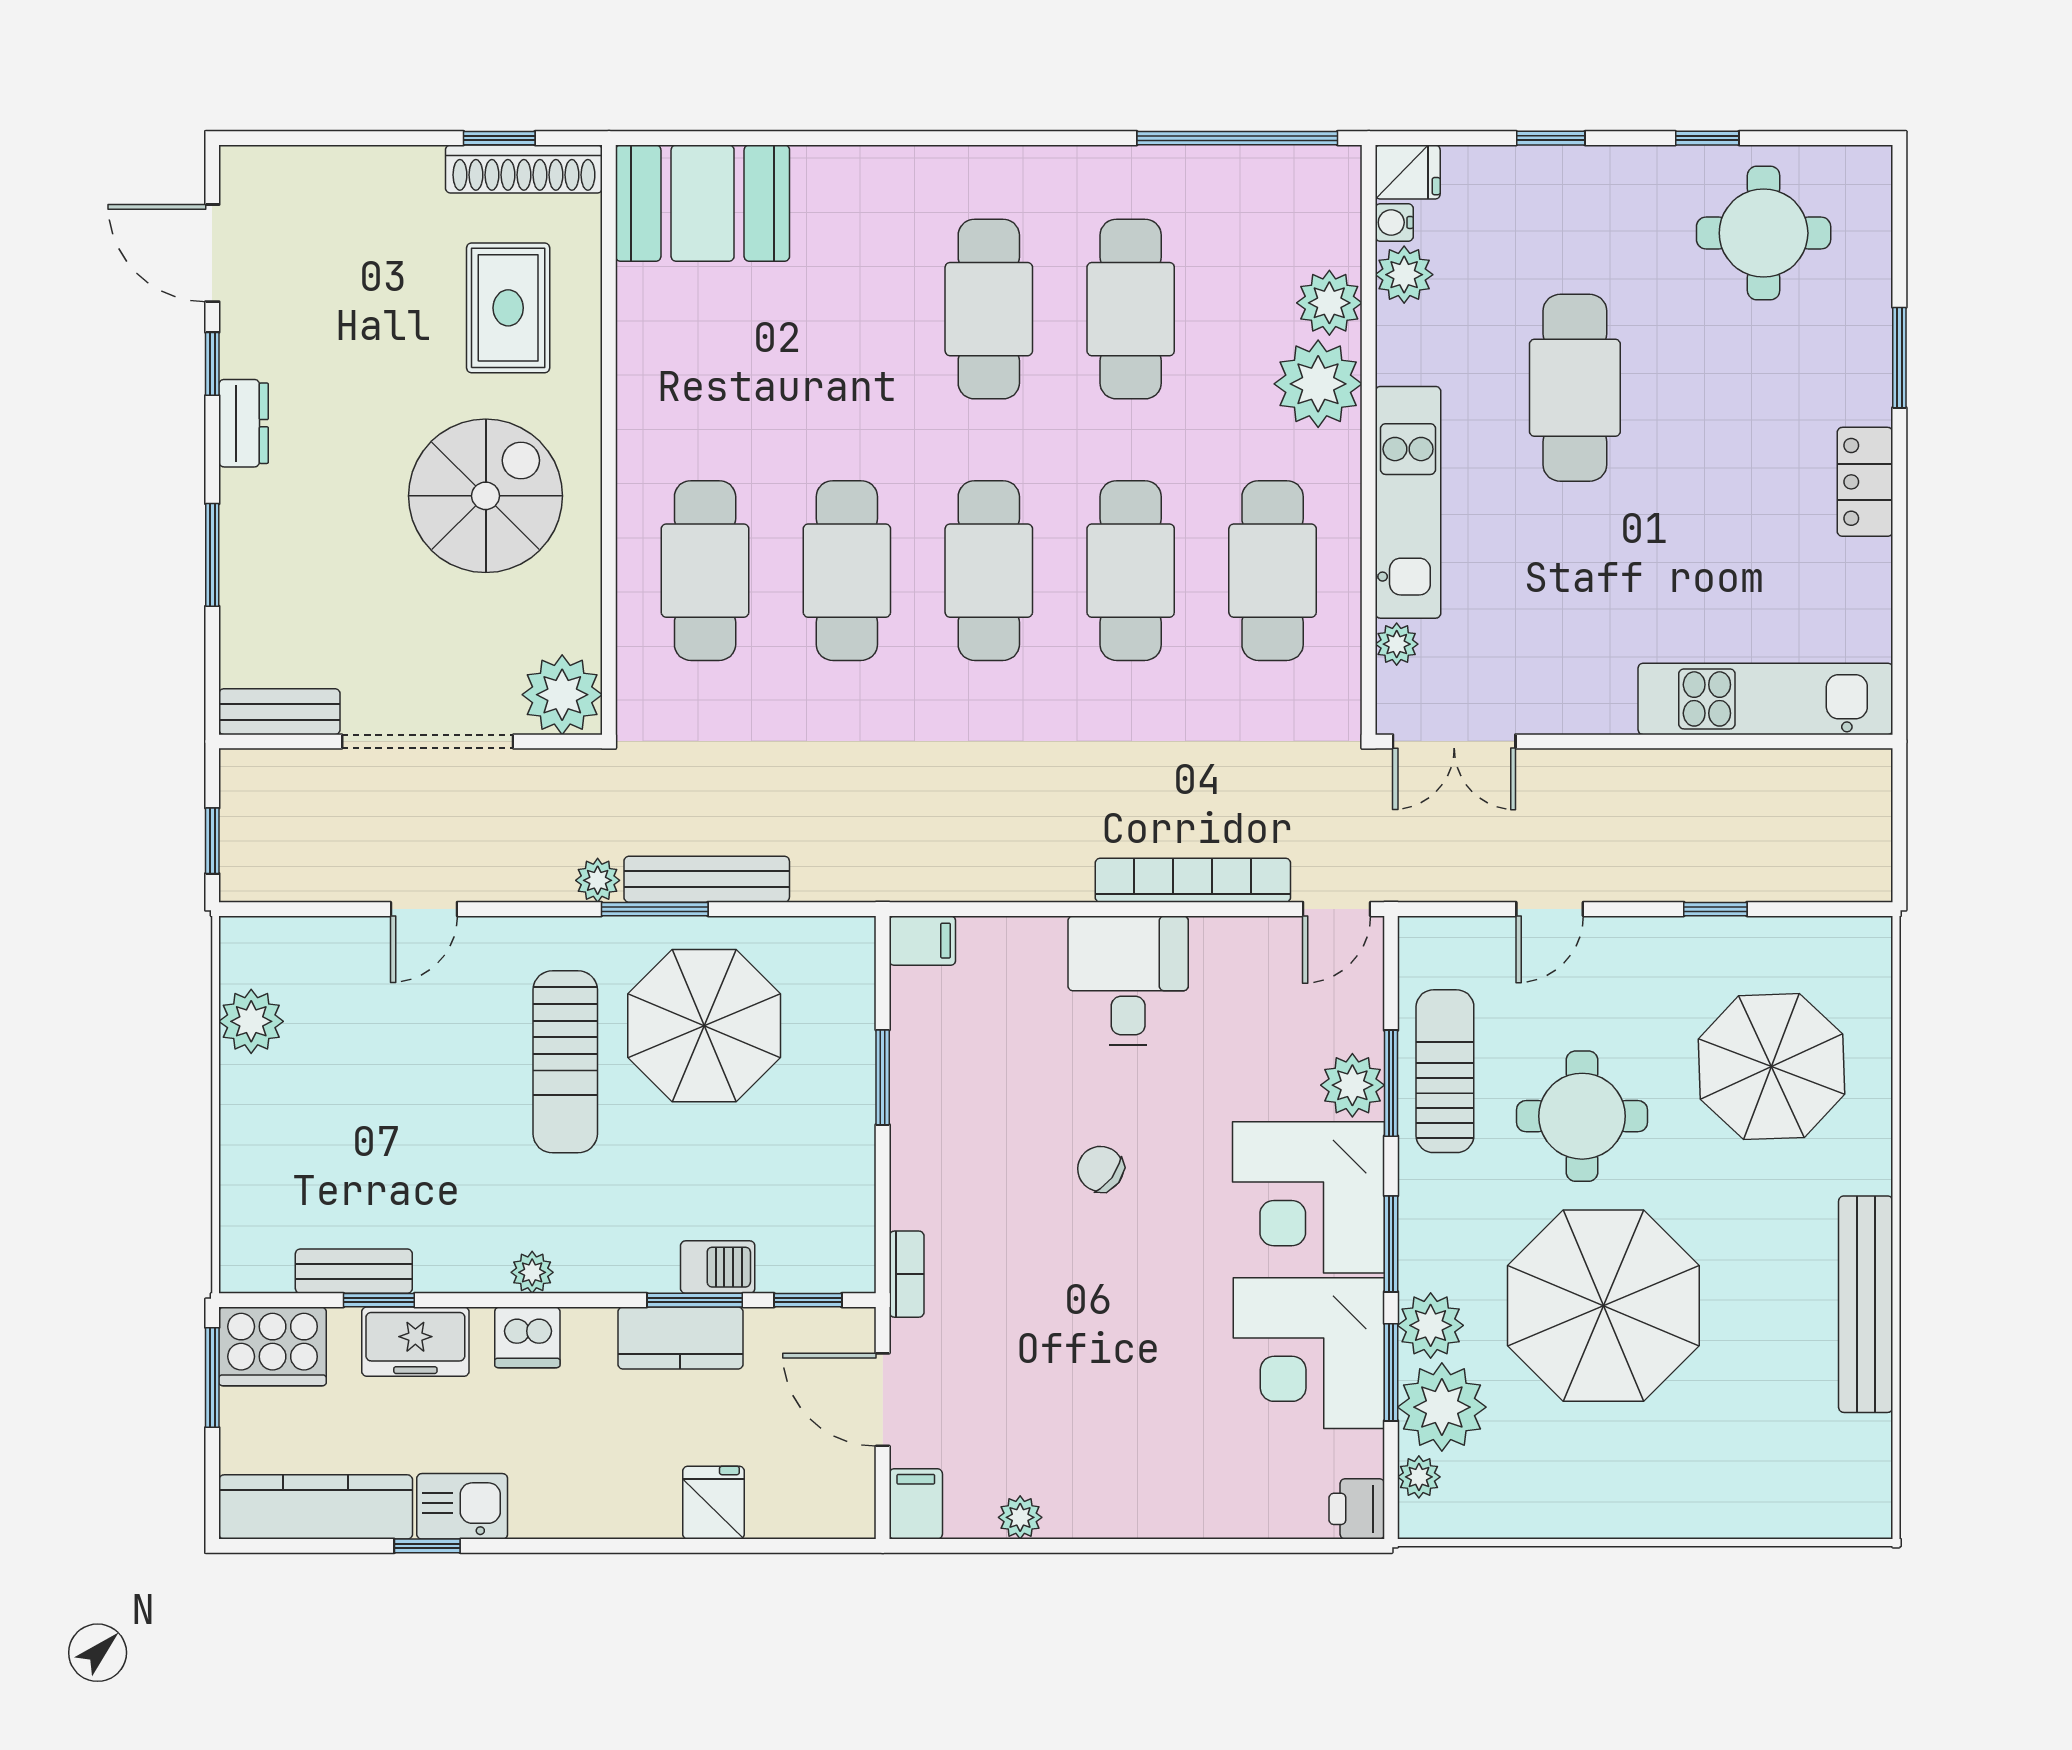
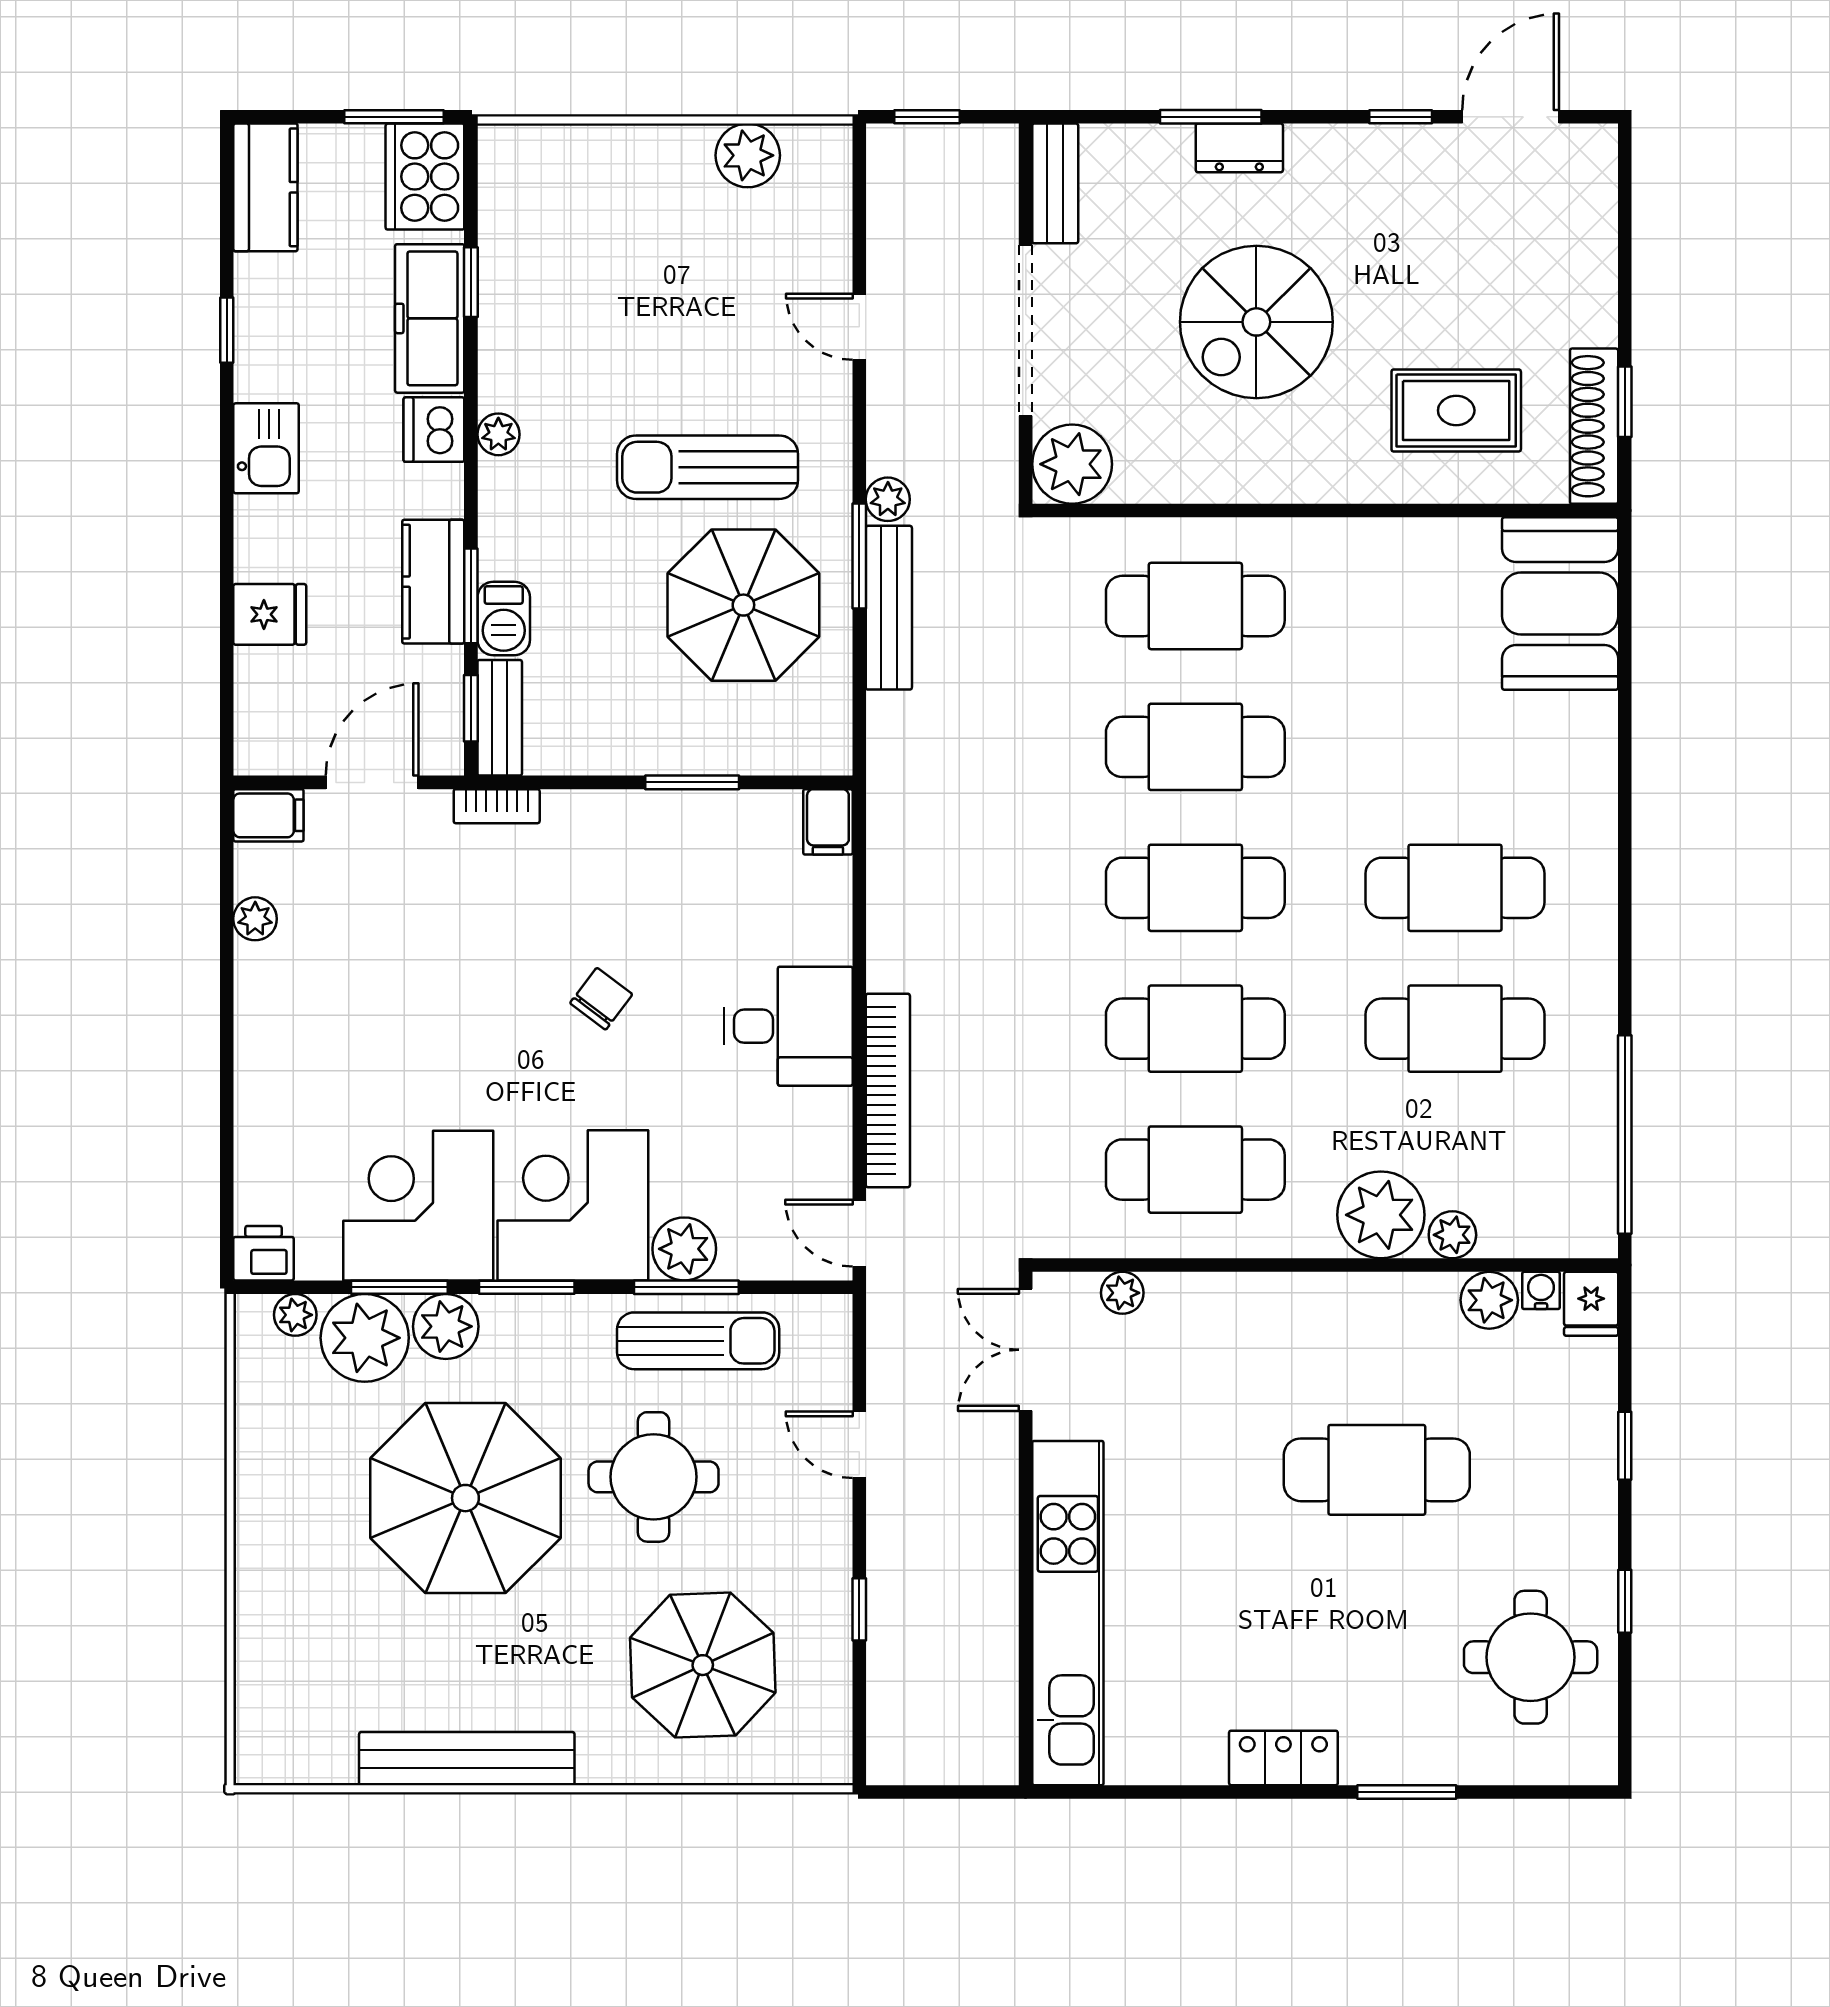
plant: (1329, 303) -> (1452, 1235), width x0.73, depth x0.73
dresser: (244, 423) -> (1239, 148), moved
spiral stairs: (486, 496) -> (1256, 322), moved, turned 90
kitchen unit: (1408, 502) -> (1263, 1304), removed
kitchen unit: (1765, 699) -> (1068, 1613), width x1.36
bench: (354, 1271) -> (500, 718), moved
freezer: (415, 1342) -> (430, 318), width x1.40
kitchen sink: (462, 1506) -> (266, 448), moved
kitchen counter: (316, 1507) -> (265, 187), width x0.67

